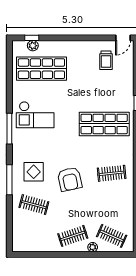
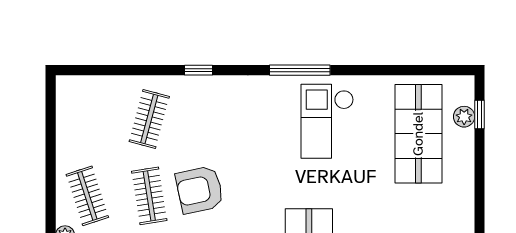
display table: (34, 172) -> (214, 118), removed
window: (9, 180) -> (199, 70), width x0.46
clothes rail: (73, 205) -> (149, 196), added

